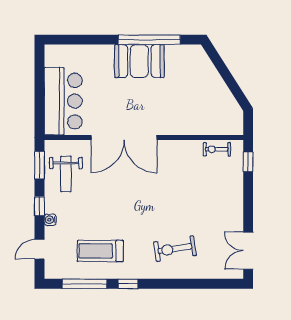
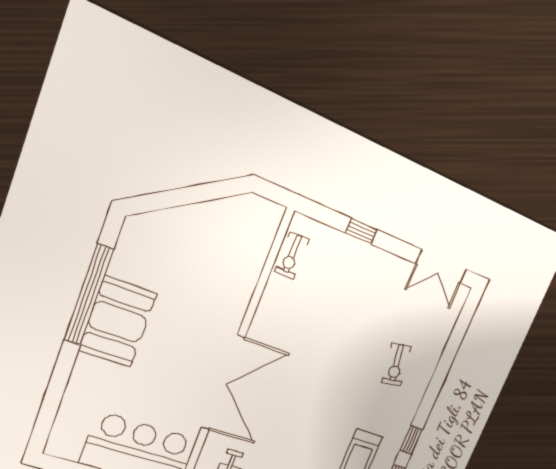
window: (248, 162) -> (361, 231), moved
exercise bike: (175, 249) -> (396, 365), width x0.73, depth x0.72

